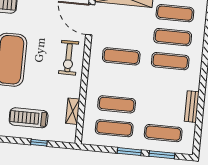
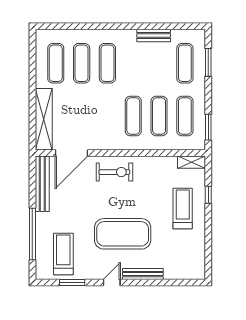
exercise mat: (121, 56) -> (133, 116), moved
shelving: (73, 111) -> (191, 162), moved
treadmill: (29, 118) -> (183, 209), turned 180
window: (129, 152) -> (208, 127), moved

